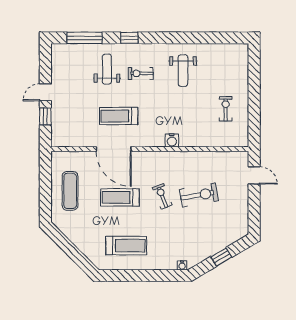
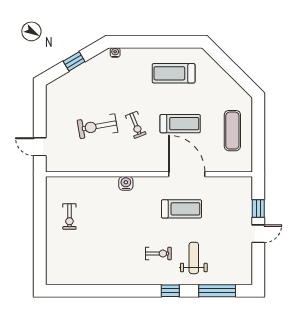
weight bench: (107, 69) -> (194, 258), turned 180
weight bench: (183, 71) -> (114, 256), removed

